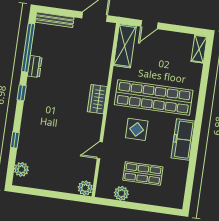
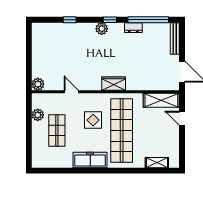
shelving: (199, 49) -> (157, 163), moved
plant: (21, 169) -> (102, 29), moved

